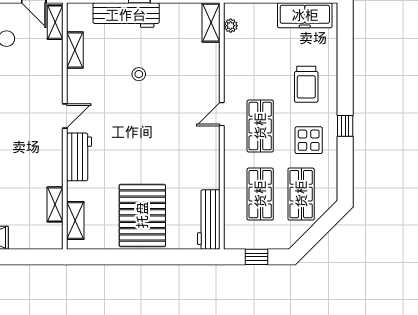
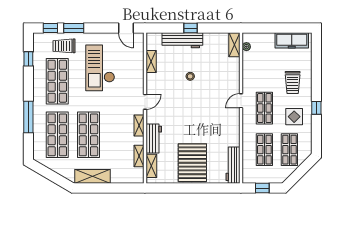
shelving: (55, 22) -> (139, 125), moved
workbench: (79, 157) -> (154, 139), moved

